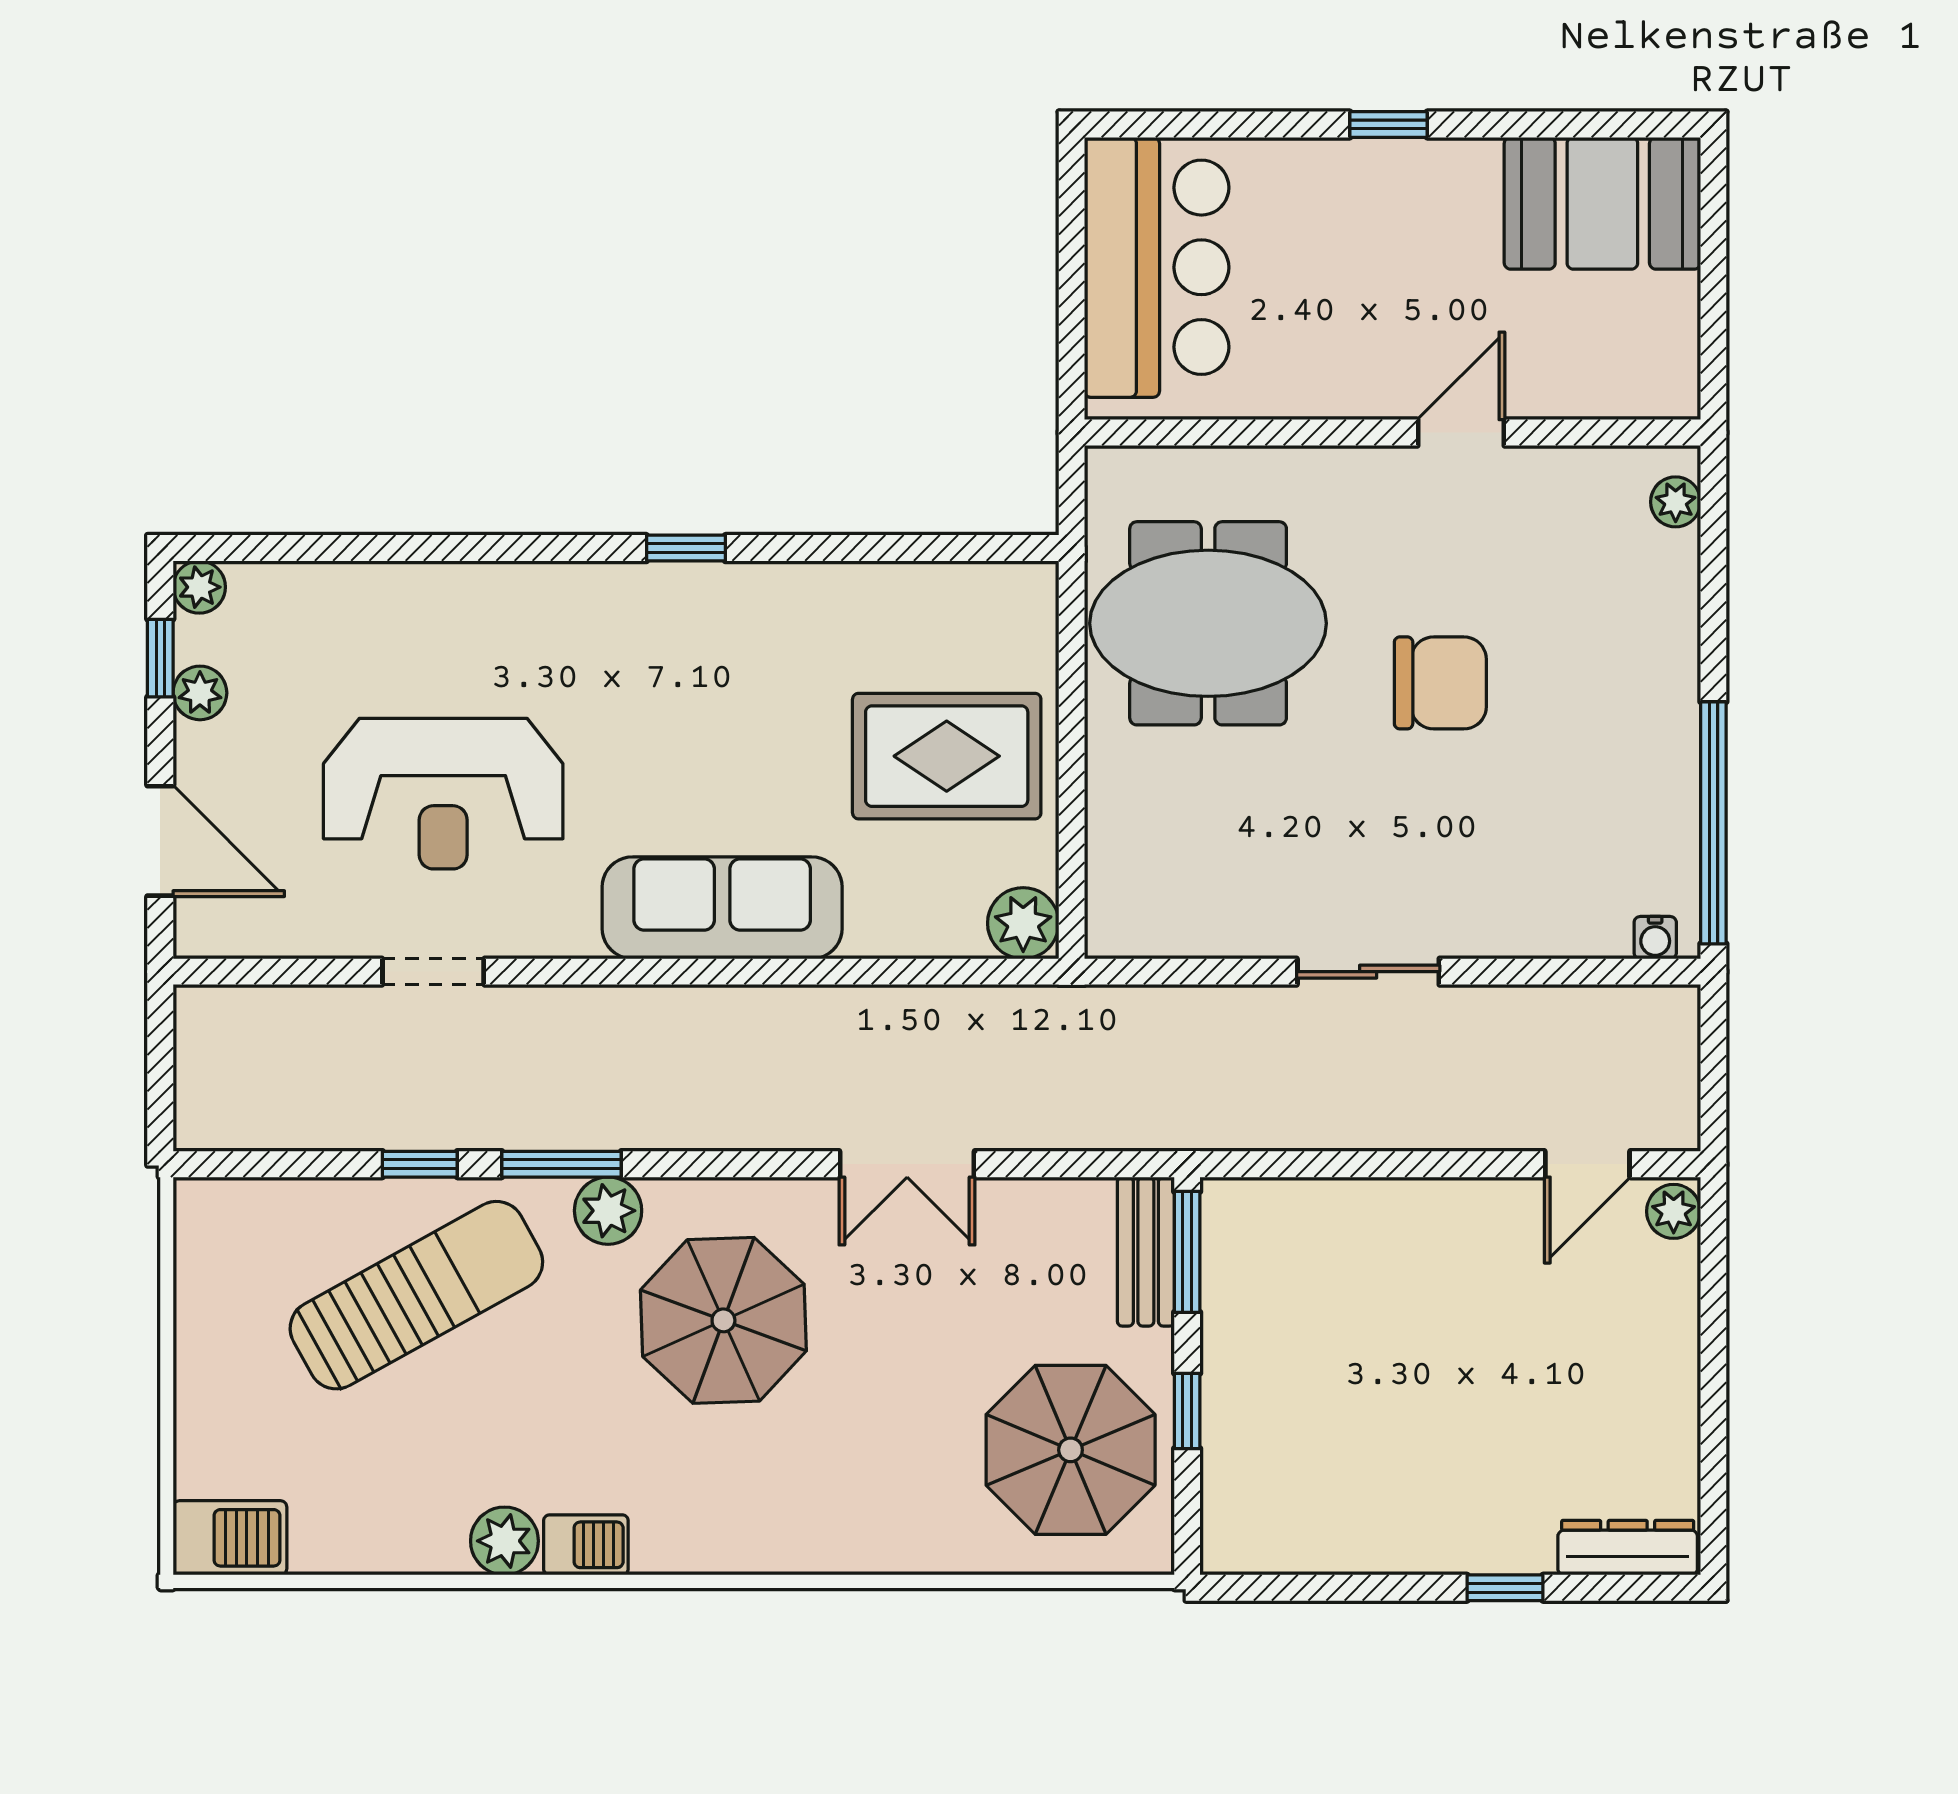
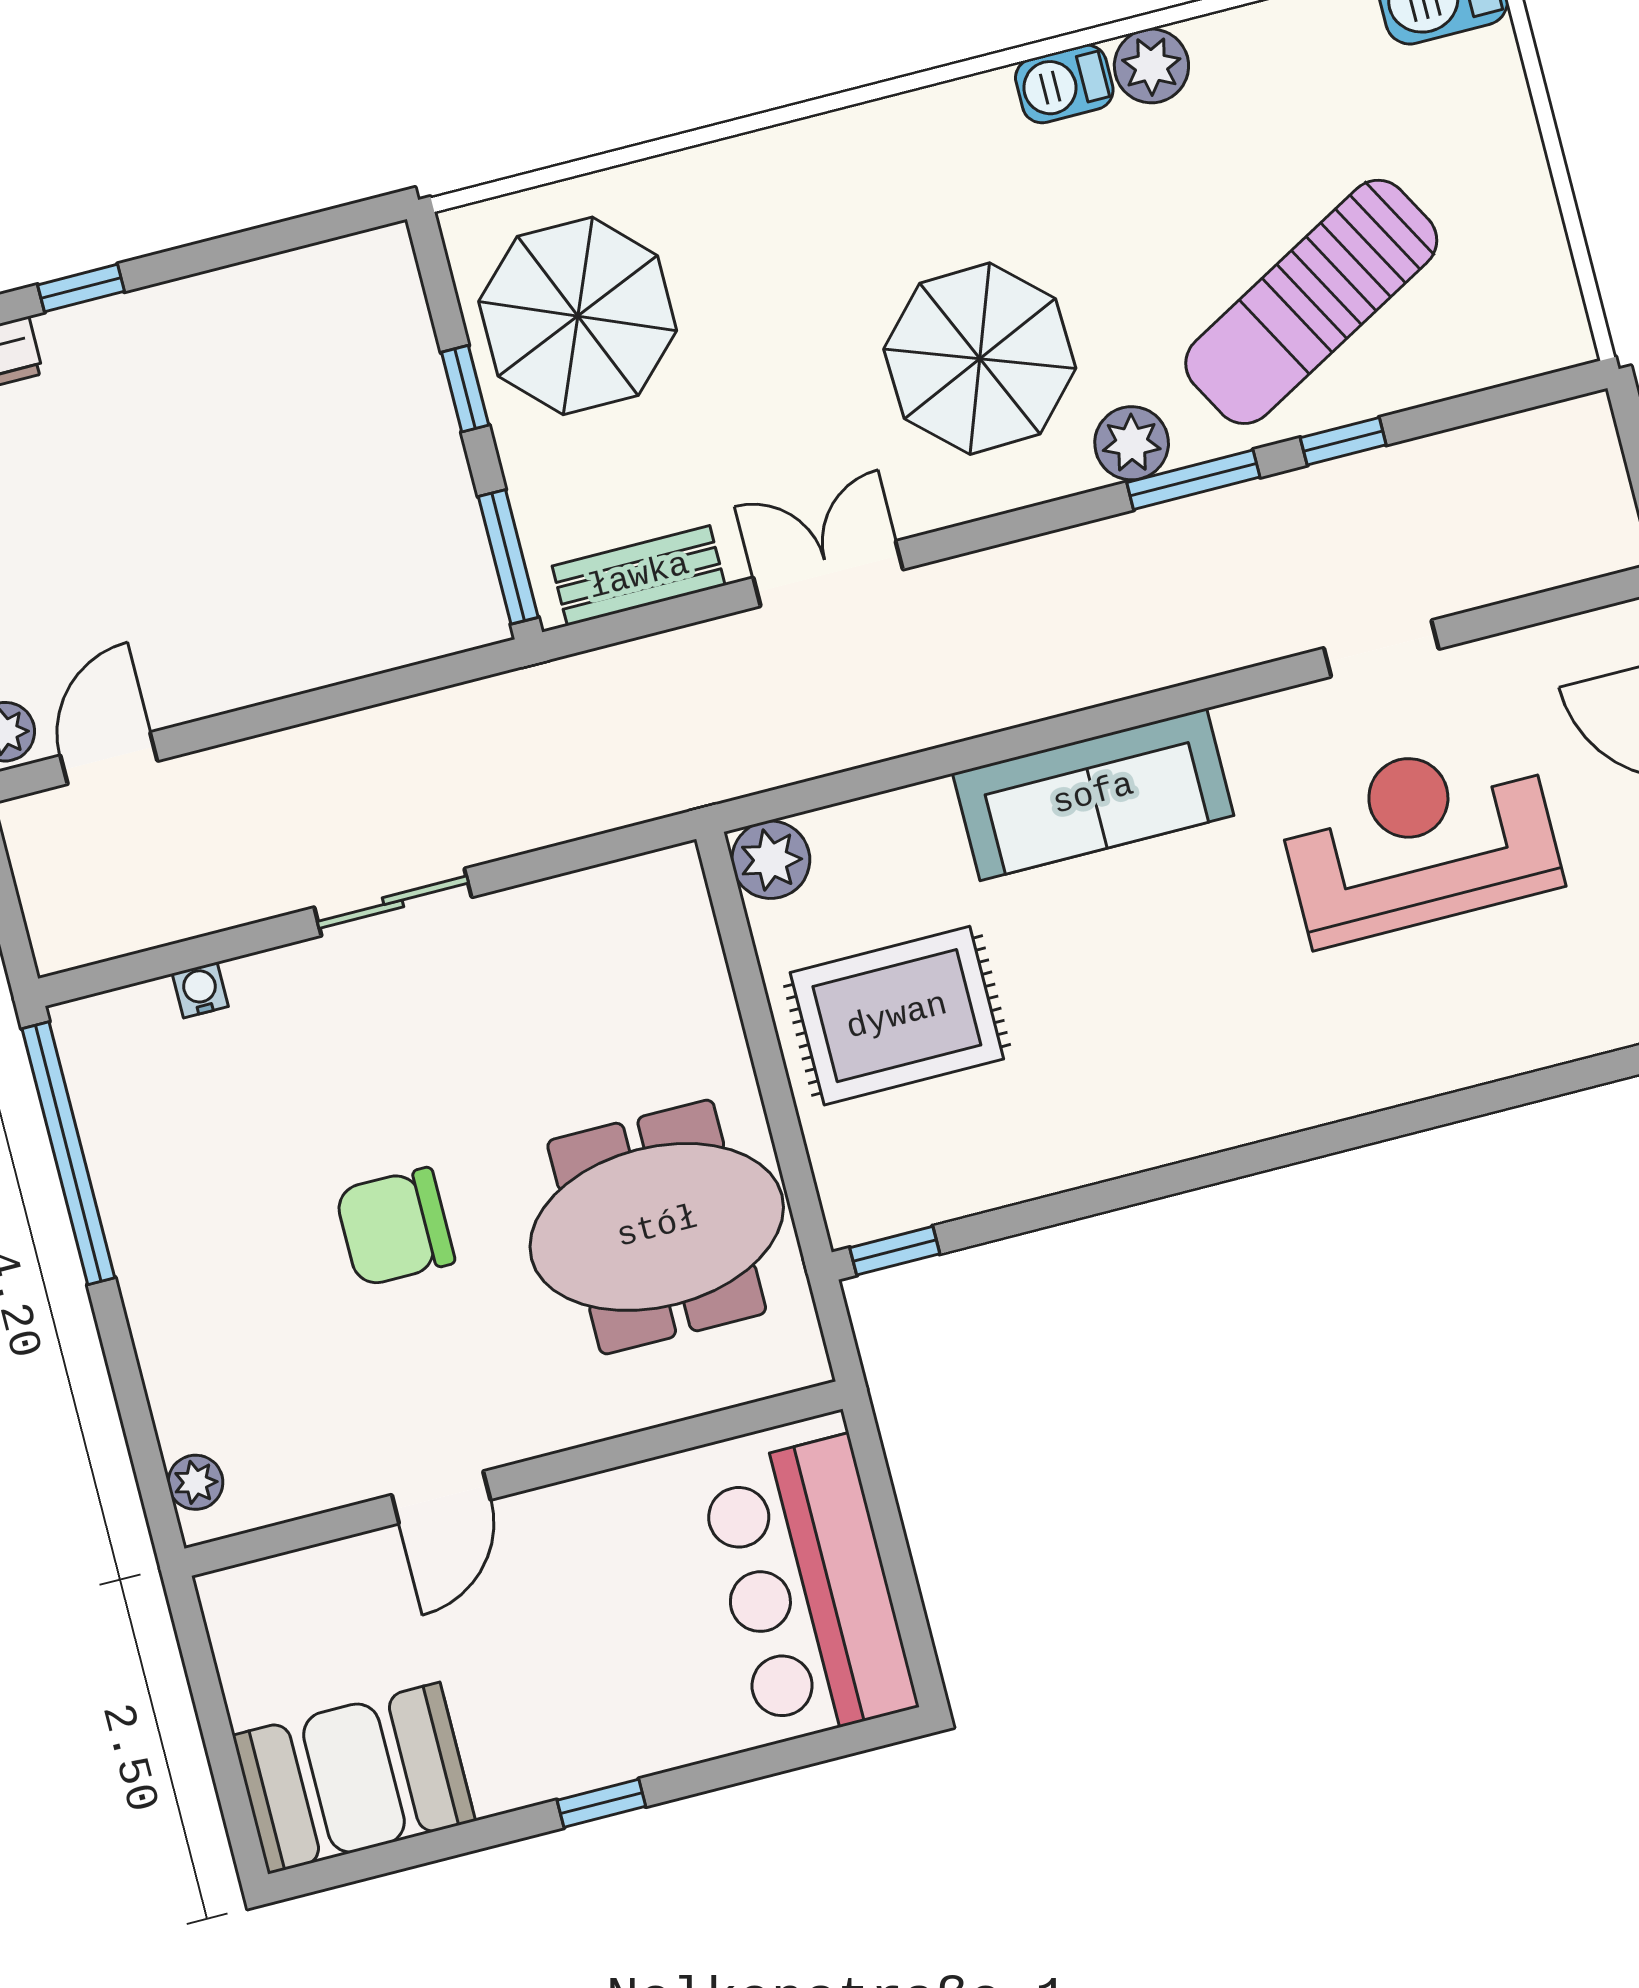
window: (686, 548) -> (895, 1251), moved
water cooler: (1655, 938) -> (200, 990), moved
bench: (1146, 1252) -> (639, 576), moved, turned 90

